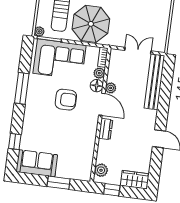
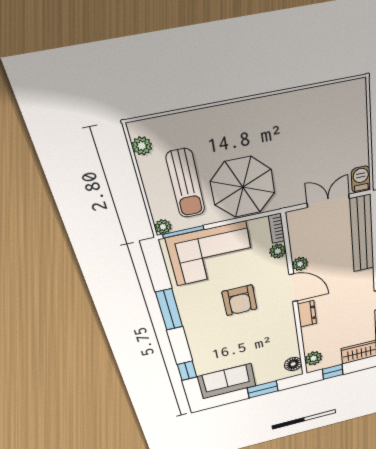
barbecue: (160, 44) -> (361, 179), added
floor lamp: (97, 86) -> (293, 364), moved
armchair: (66, 100) -> (240, 300), turned 90

